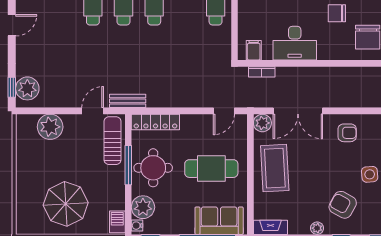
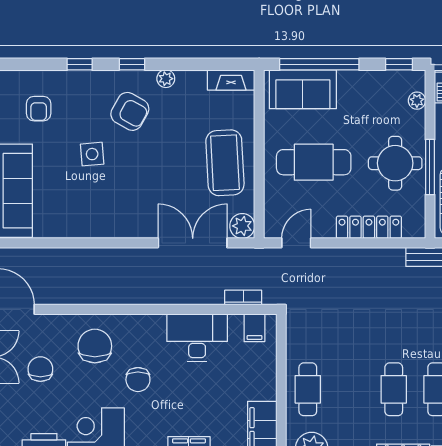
chair: (337, 13) -> (138, 380), turned 90
locker: (155, 122) -> (369, 227), moved
armchair: (347, 133) -> (124, 212), removed
plant: (143, 207) -> (417, 101), width x0.53, depth x0.53
water cooler: (137, 226) -> (418, 82), removed

